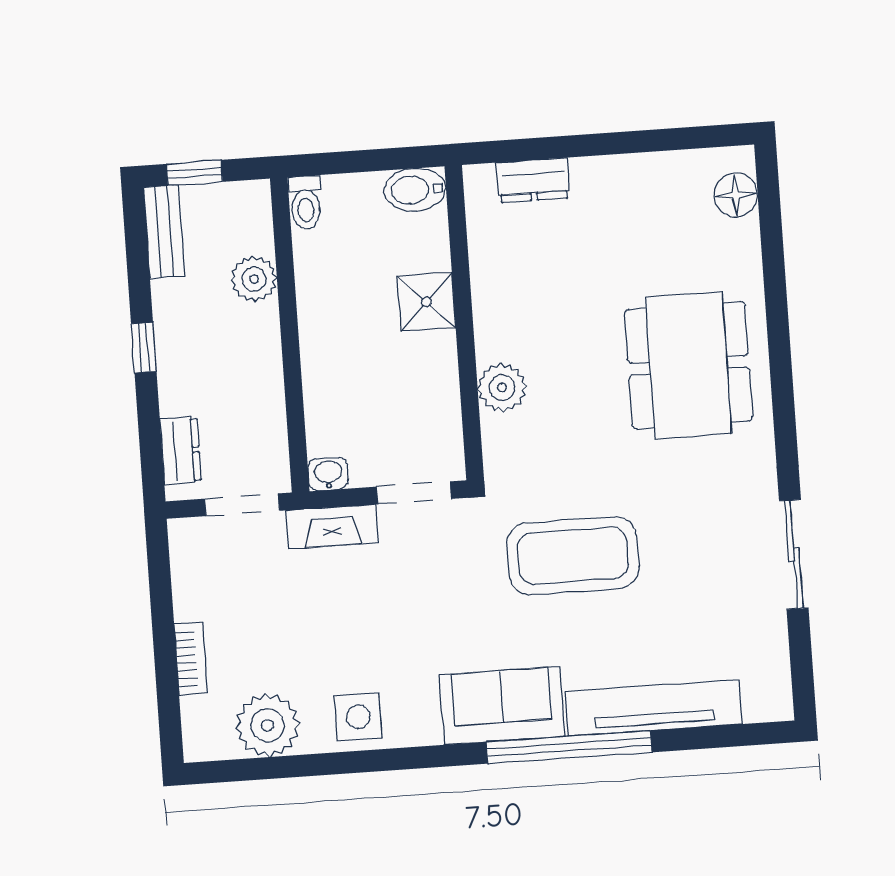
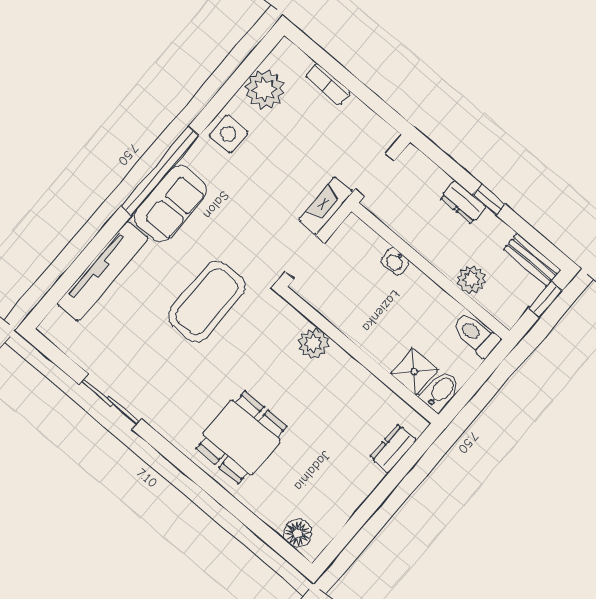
toilet: (306, 203) -> (476, 335), width x1.37, depth x1.39
shower: (426, 302) -> (414, 372), moved
dining table: (689, 365) -> (242, 437), width x0.73
dresser: (181, 451) -> (463, 202), moved
washbasin: (328, 474) -> (395, 261), moved, turned 90
window: (569, 747) -> (160, 171), moved

